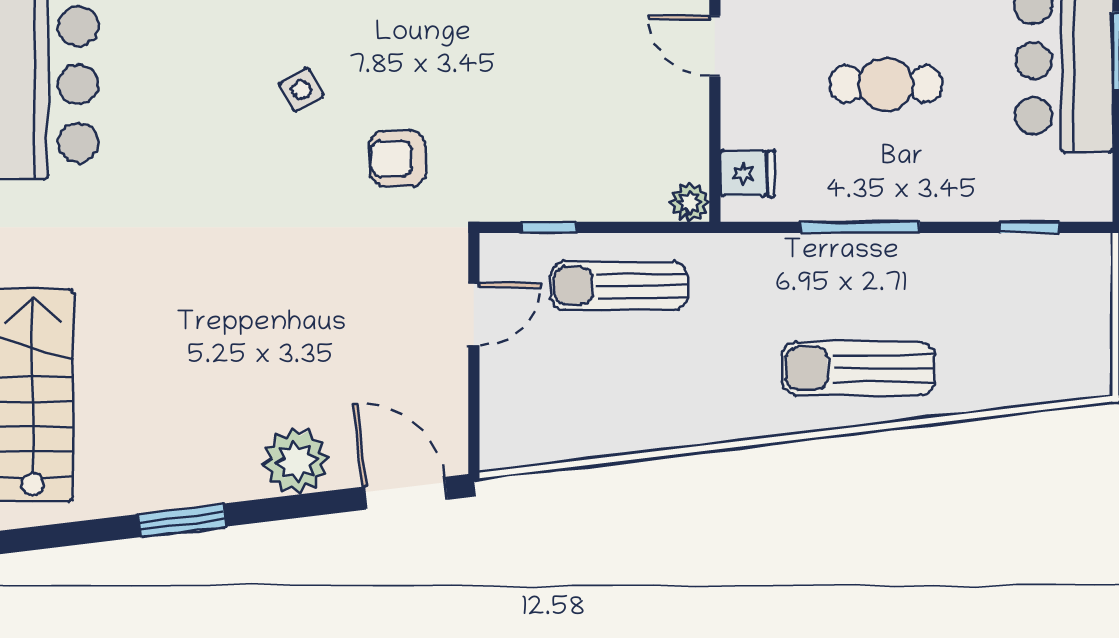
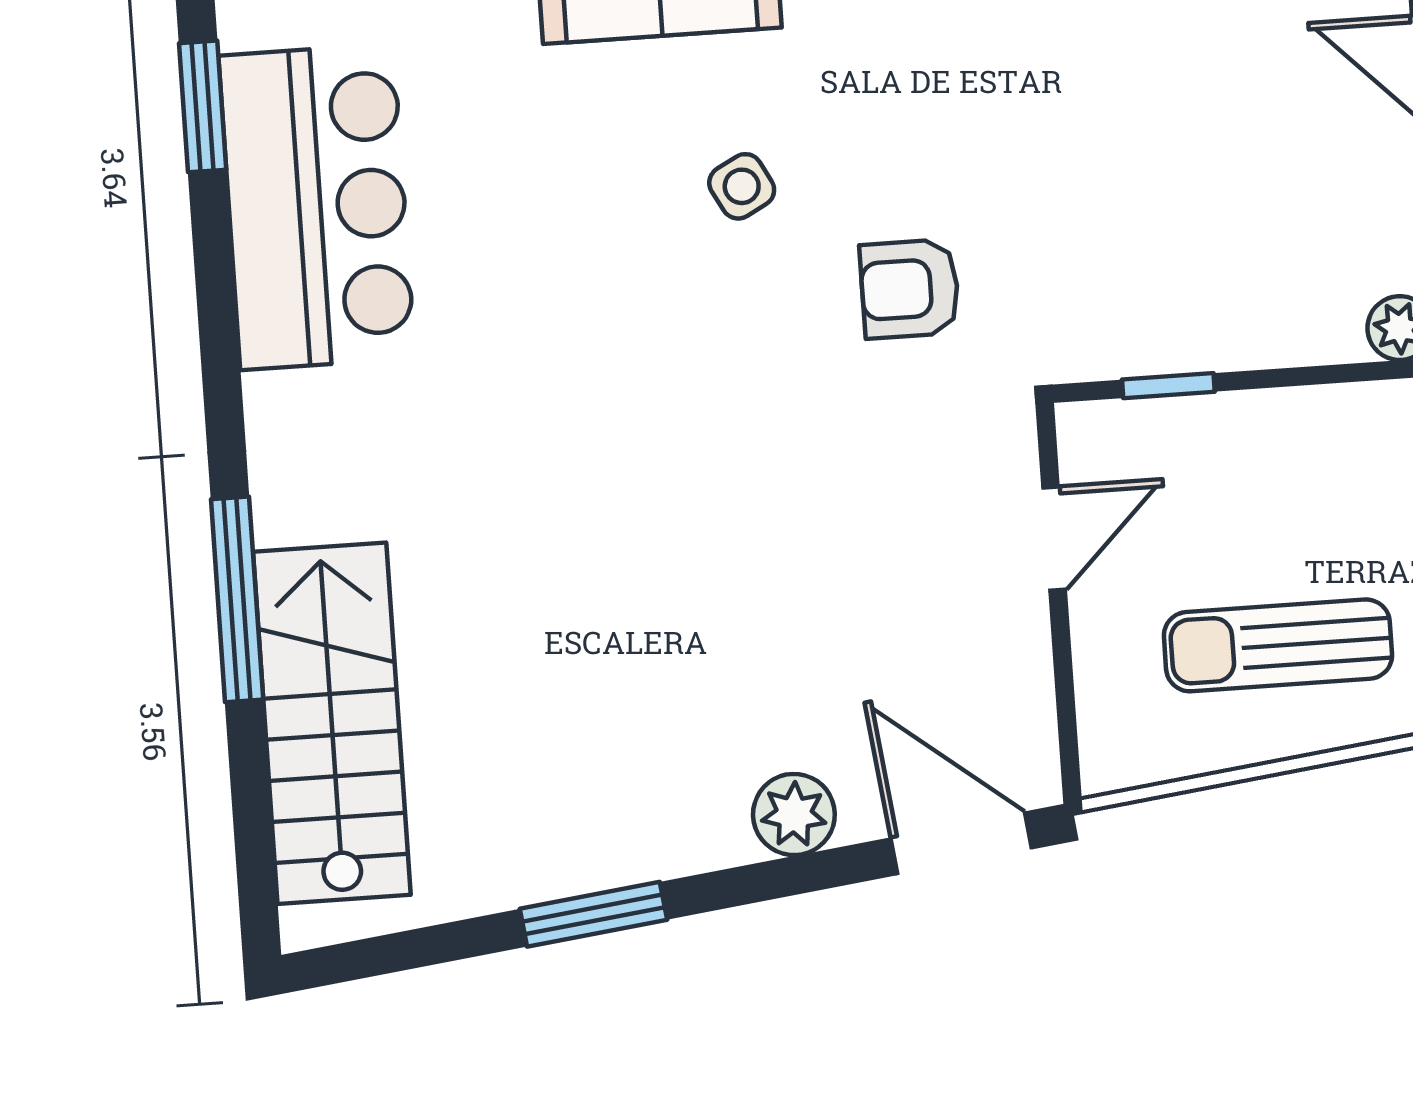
sun lounger: (619, 286) -> (1278, 645), moved
plant: (296, 461) -> (794, 814), width x0.73, depth x0.73

